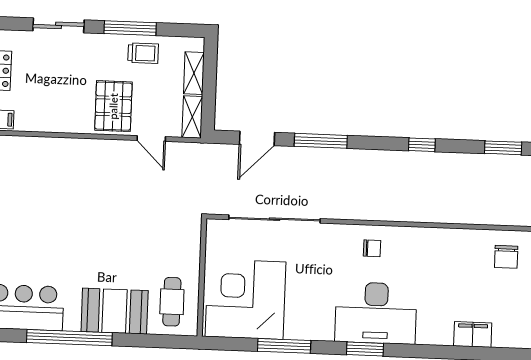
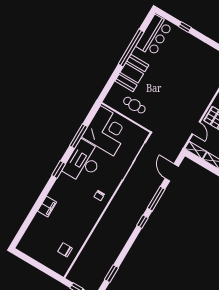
door: (151, 139) -> (196, 128), swing flipped
window: (422, 145) -> (142, 222), moved
cafe table: (172, 302) -> (134, 105), moved
desk: (376, 313) -> (84, 162), moved
filing cabinet: (473, 334) -> (47, 206), moved

